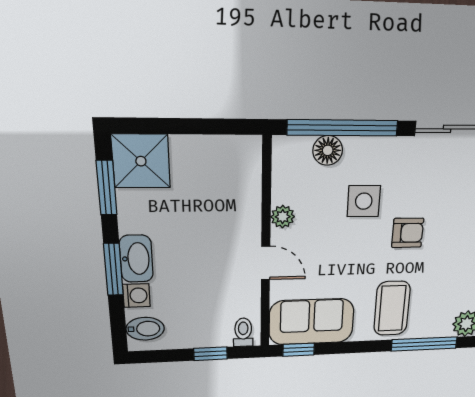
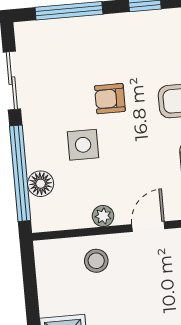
stool: (232, 205) -> (96, 261), added
armchair: (408, 233) -> (110, 99), turned -90

